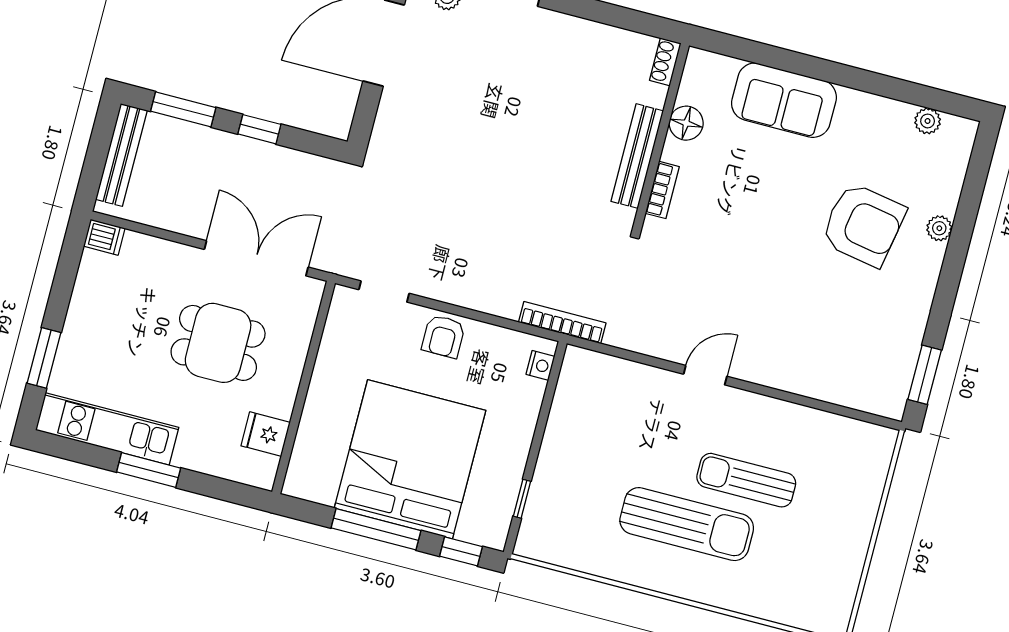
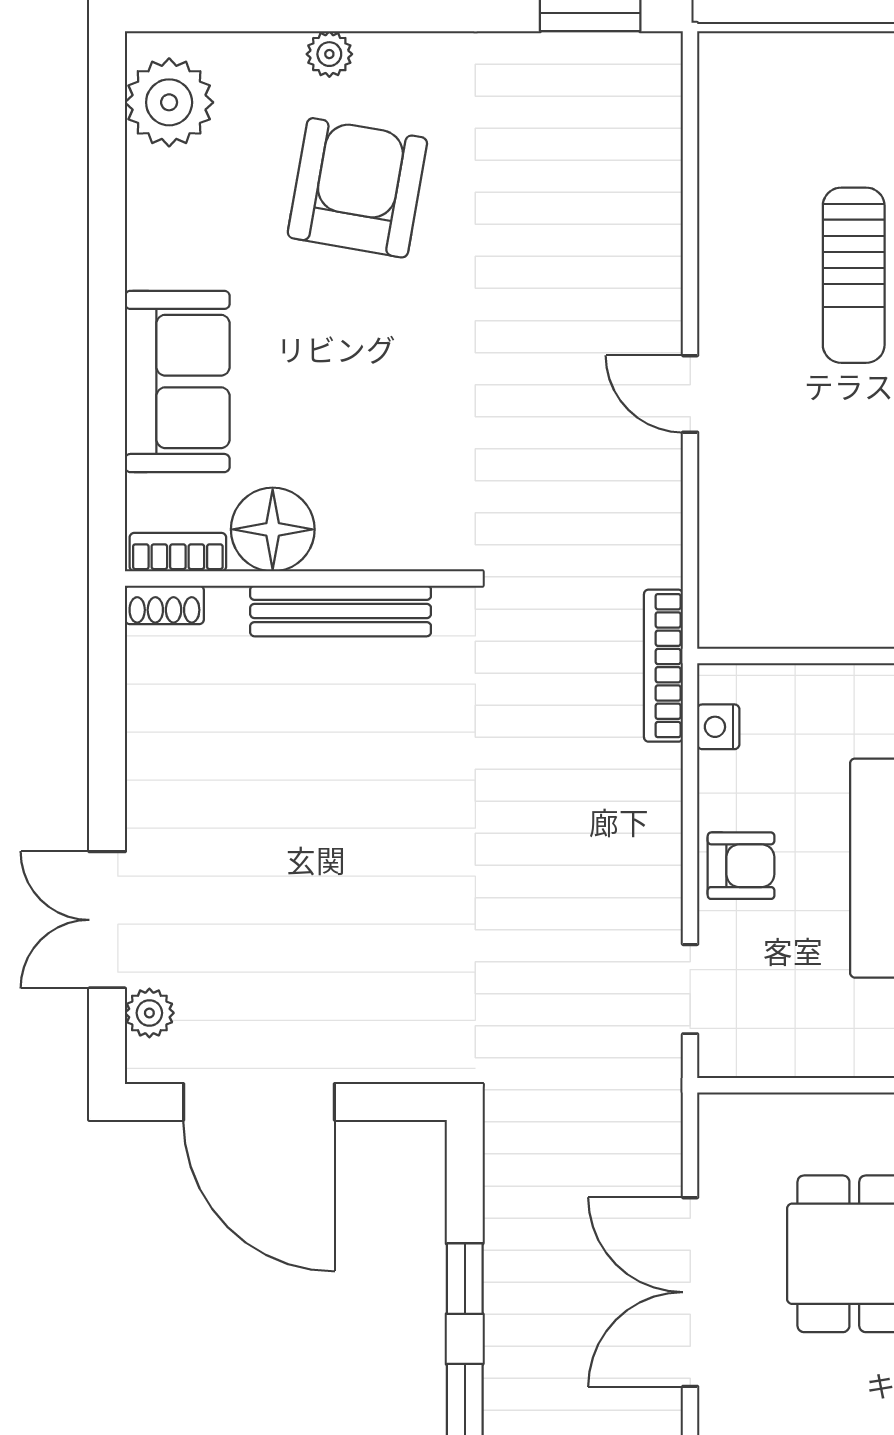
plant: (928, 121) -> (169, 102), width x1.88, depth x1.88
floor lamp: (686, 123) -> (273, 529), width x1.38, depth x1.38
bookcase: (662, 190) -> (178, 552), moved
double door: (256, 258) -> (690, 1292), moved
nightstand: (540, 365) -> (718, 727), moved, turned -90

